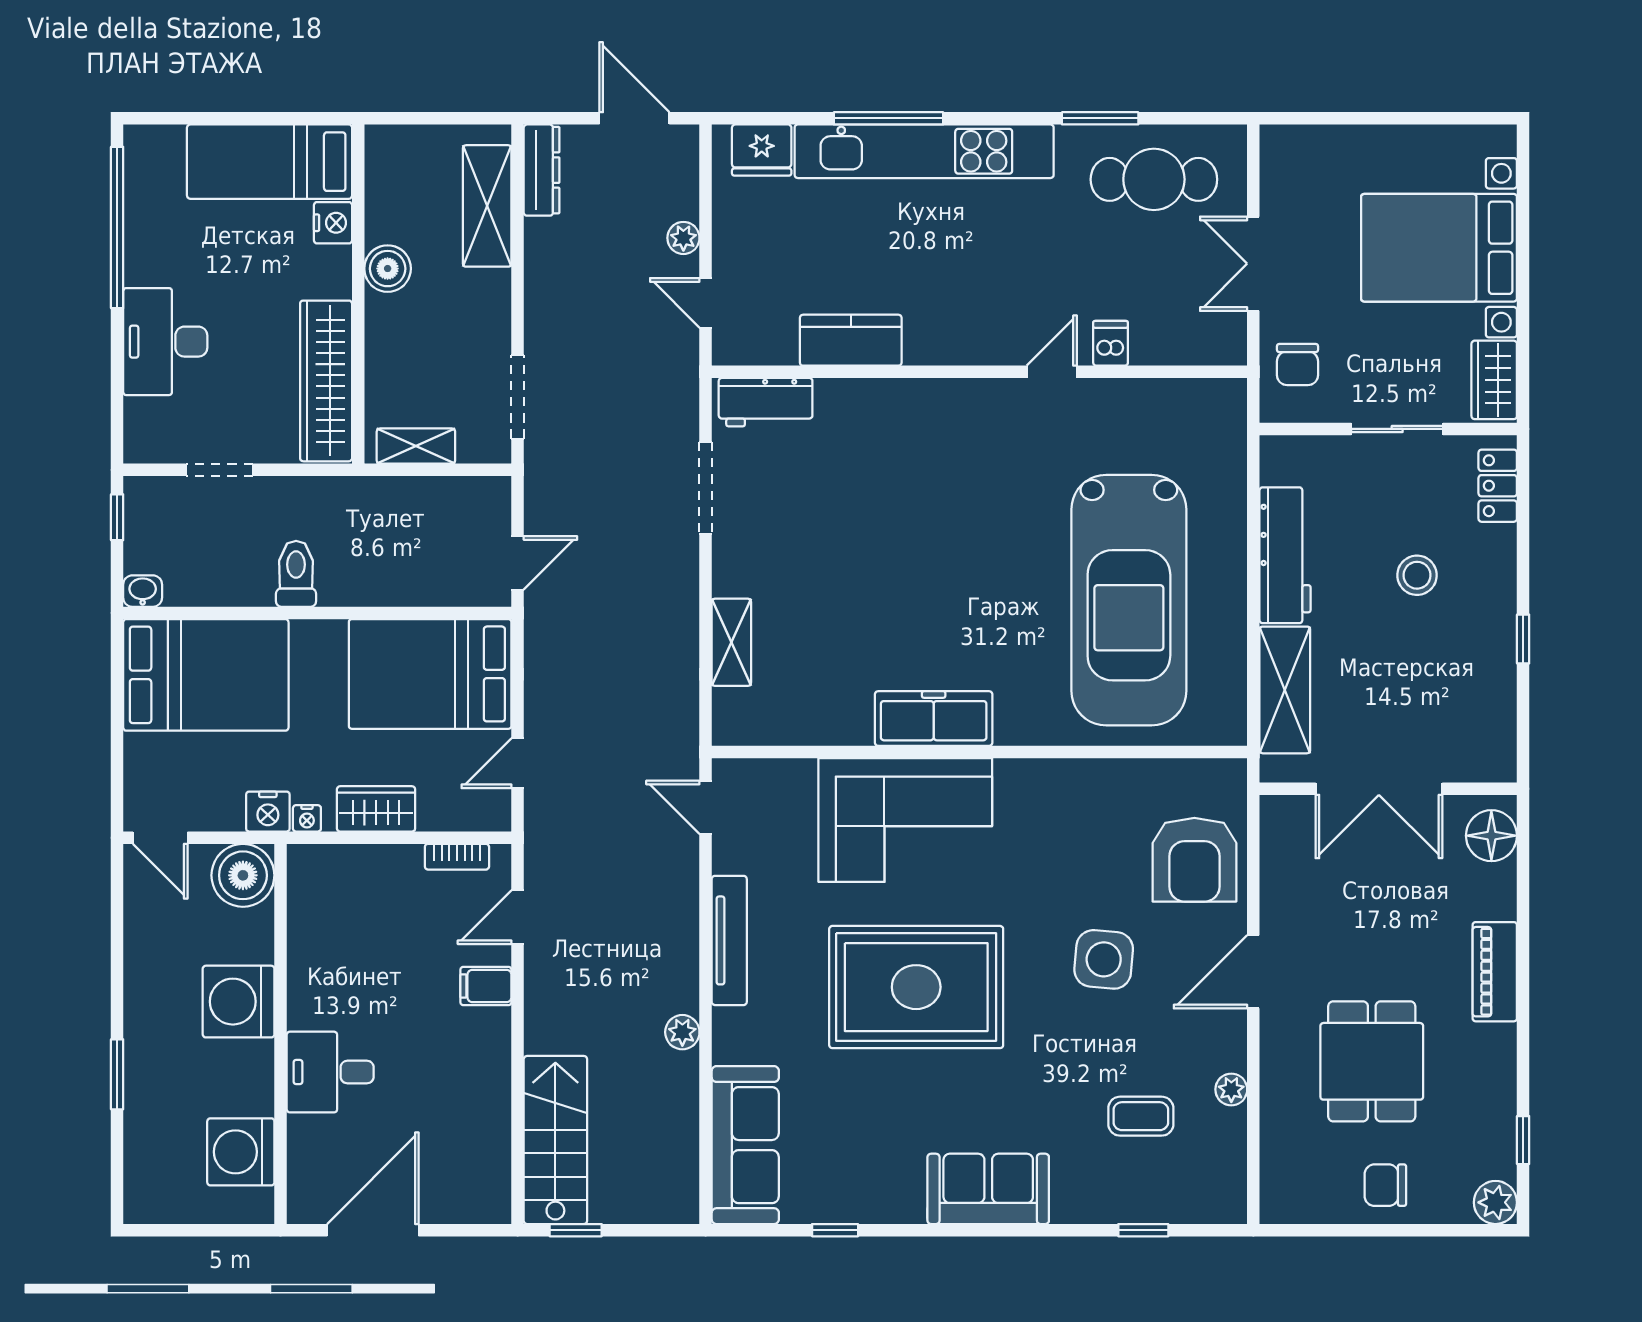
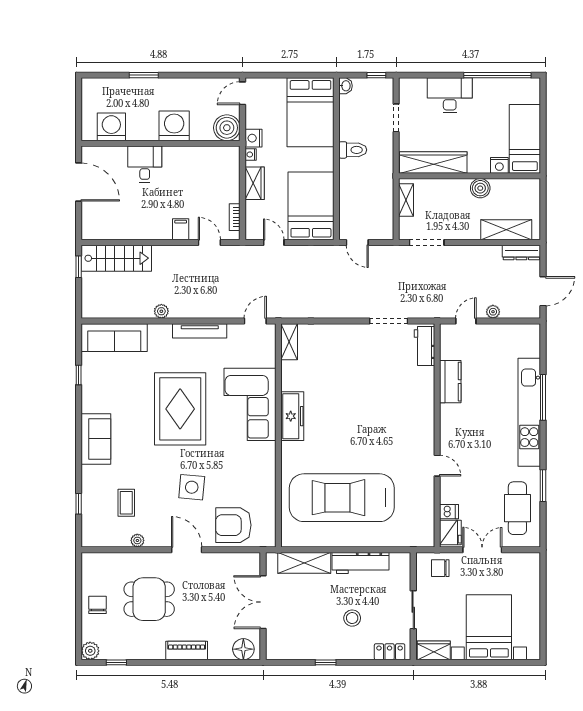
fridge: (762, 150) -> (450, 533), moved, turned 180
dishwasher: (1111, 343) -> (449, 512), moved
shelving: (731, 642) -> (289, 342), moved, turned 90

